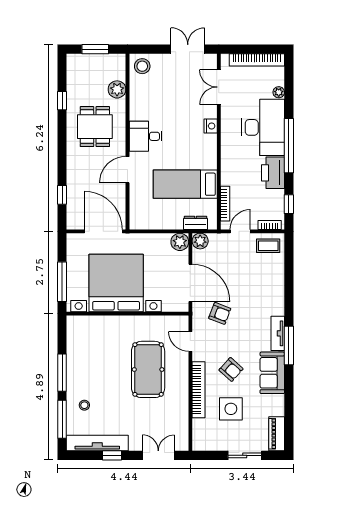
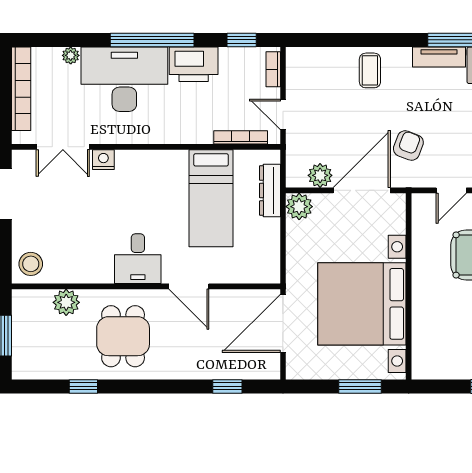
nightstand: (211, 126) -> (103, 160), moved
dining table: (95, 127) -> (123, 336), turned 90
dresser: (196, 223) -> (270, 191), width x1.44
plant: (200, 241) -> (320, 175), moved
coffee table: (268, 246) -> (370, 70), moved
window: (62, 282) -> (360, 386), width x0.69

